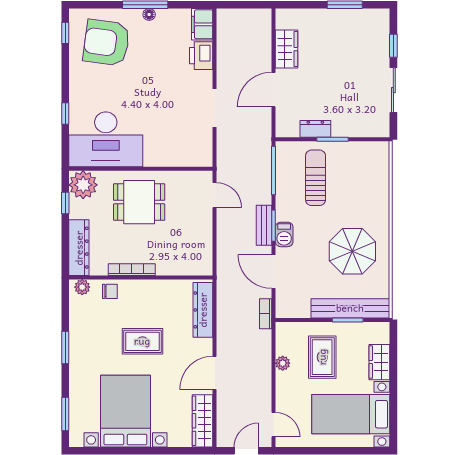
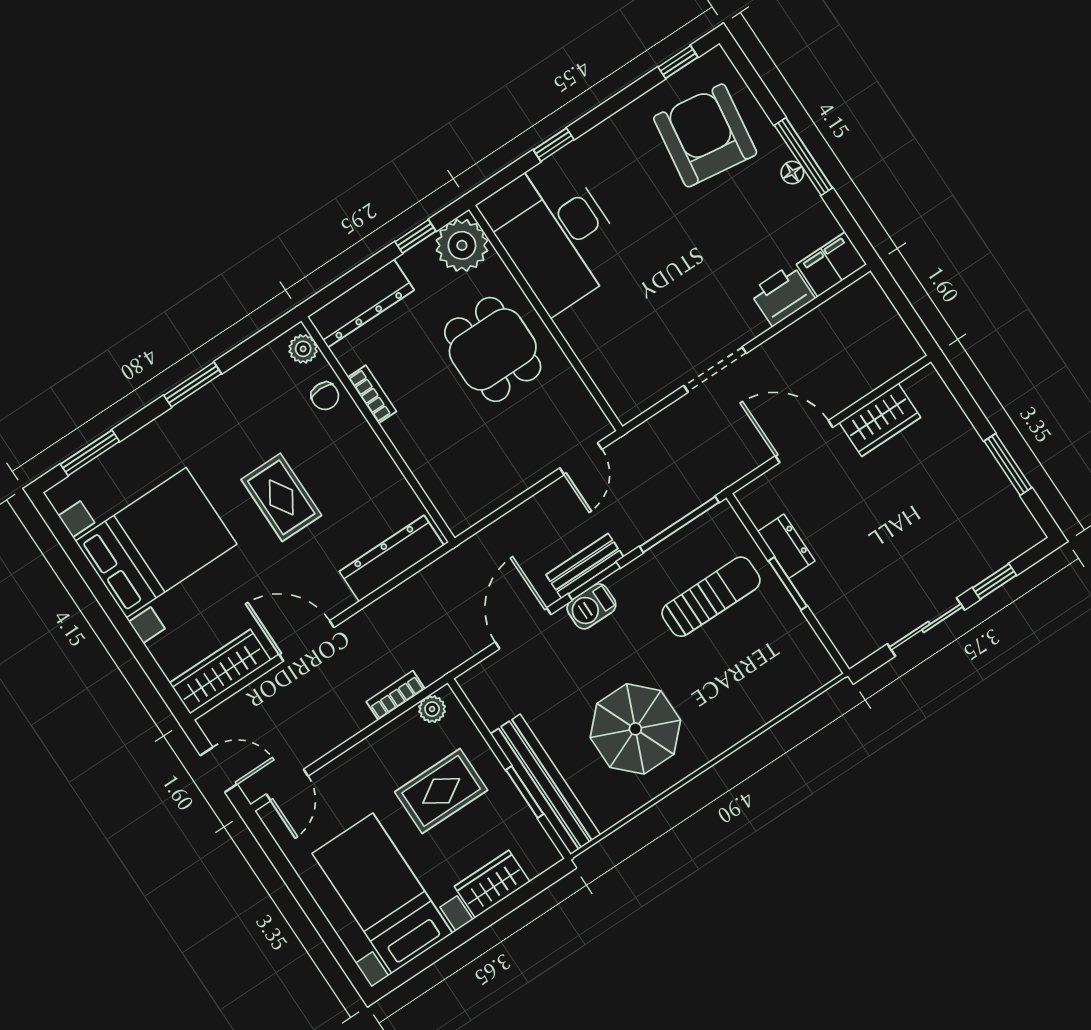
bookcase: (132, 270) -> (372, 394), width x0.64
bookcase: (266, 314) -> (396, 695), moved
plant: (283, 363) -> (432, 709), moved

